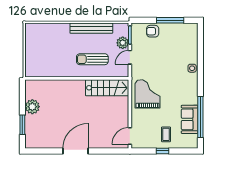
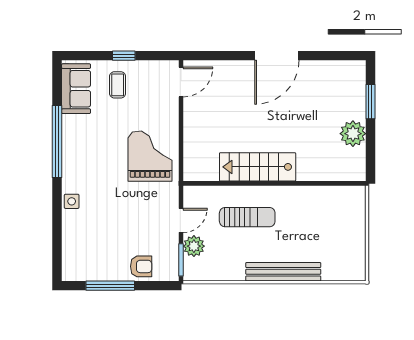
bench: (91, 28) -> (283, 272), moved
stairs: (107, 88) -> (258, 167), moved
grand piano: (148, 94) -> (150, 156), turned 180
window: (200, 117) -> (57, 141), moved
sofa: (190, 119) -> (76, 89), moved

